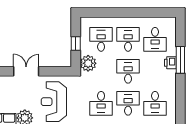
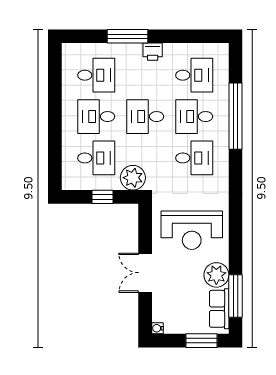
desk: (101, 39) -> (96, 158), turned 180
printer: (170, 63) -> (153, 52), moved

